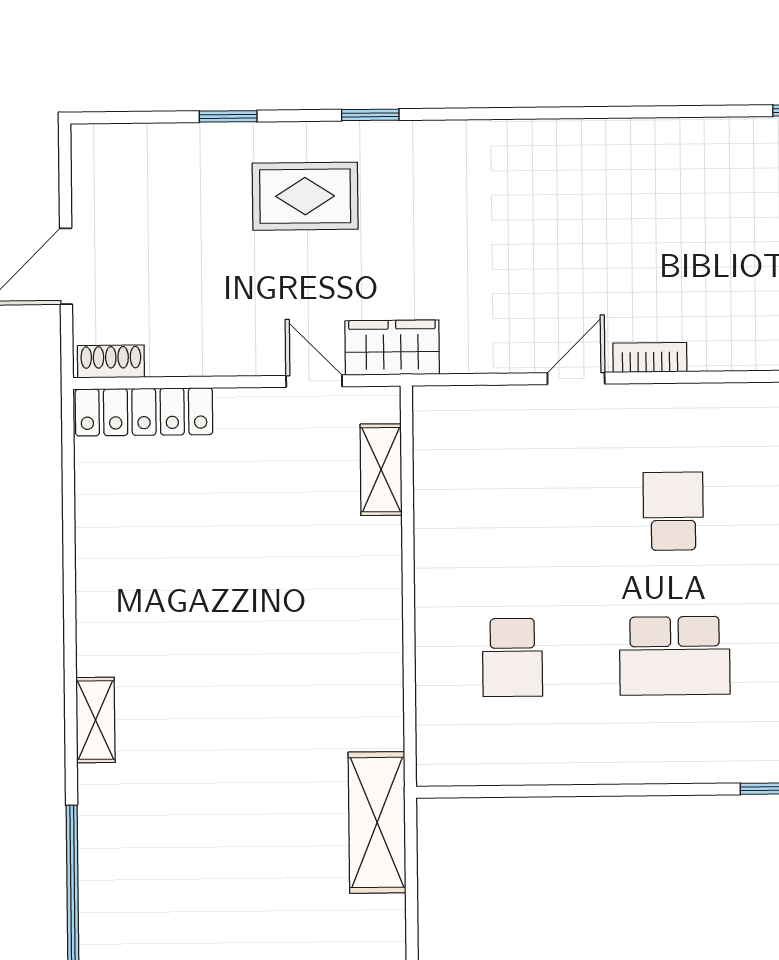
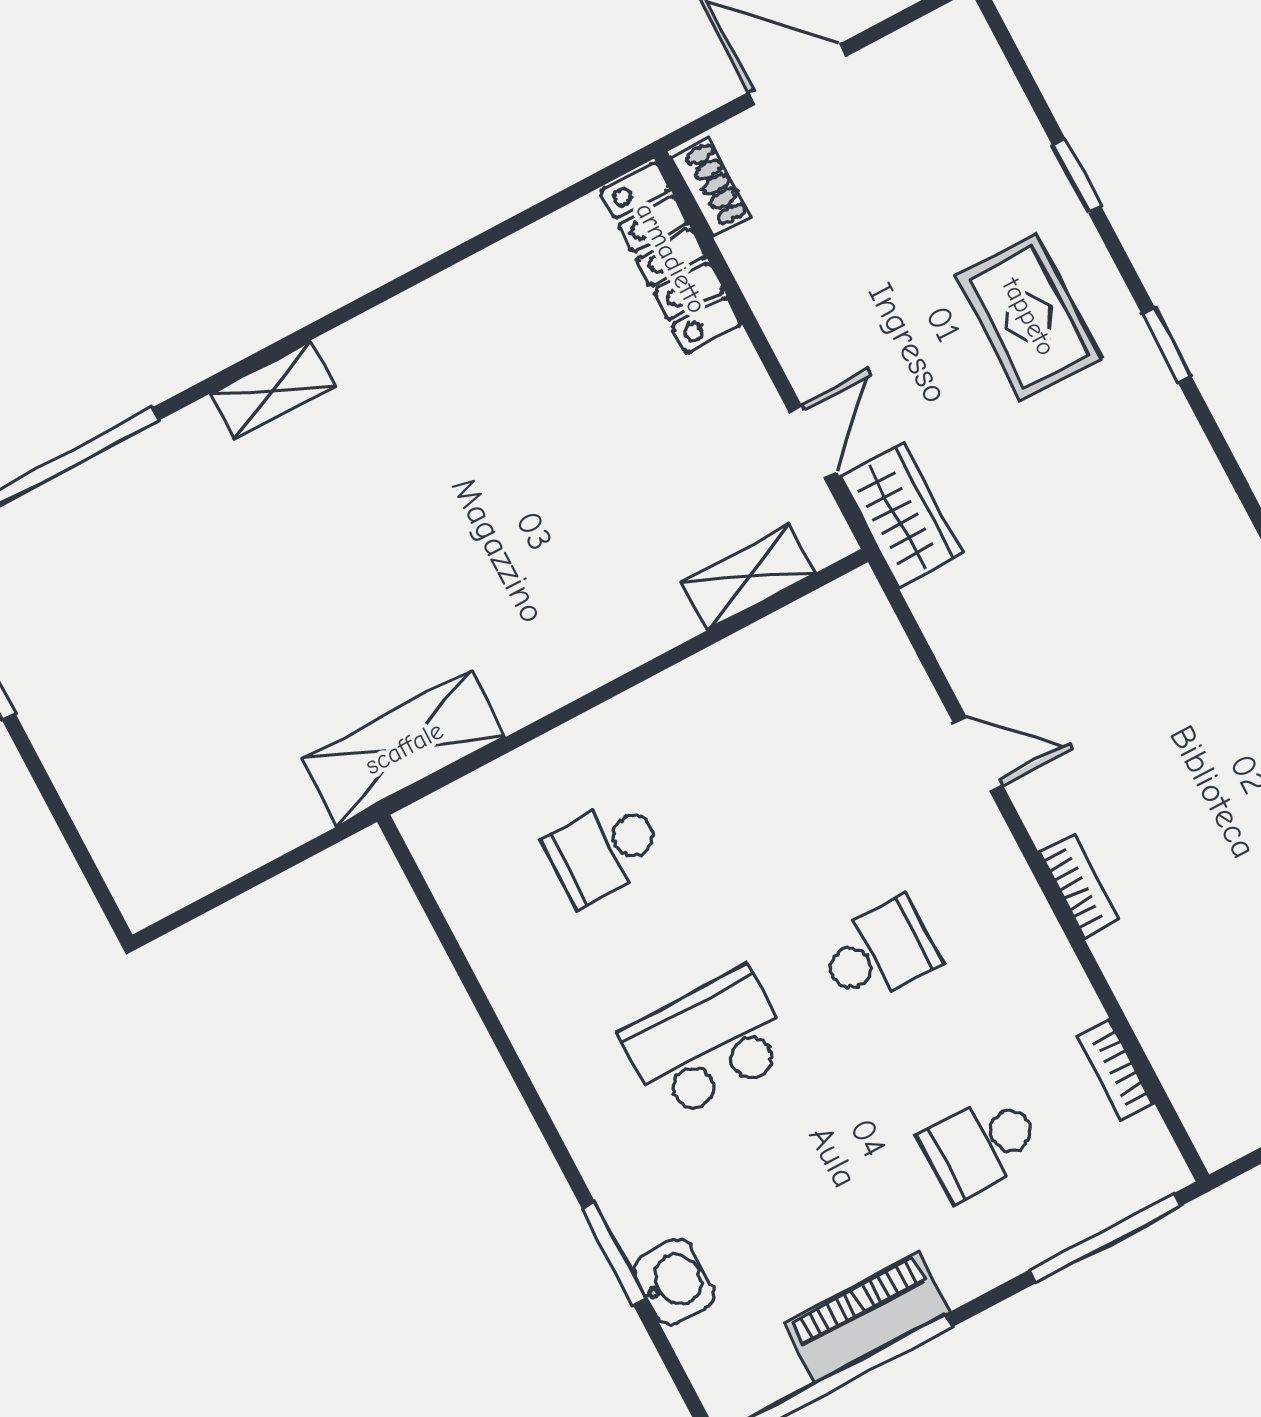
bookcase: (650, 357) -> (1079, 886), moved
school desk: (675, 656) -> (707, 1044), turned 90
shelving: (377, 822) -> (404, 748), moved

